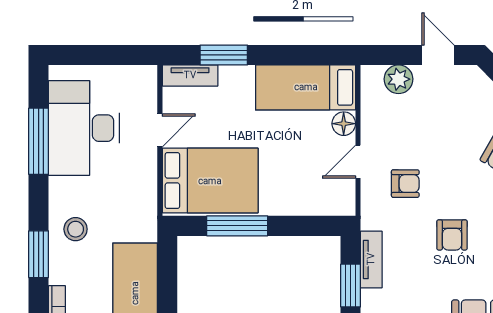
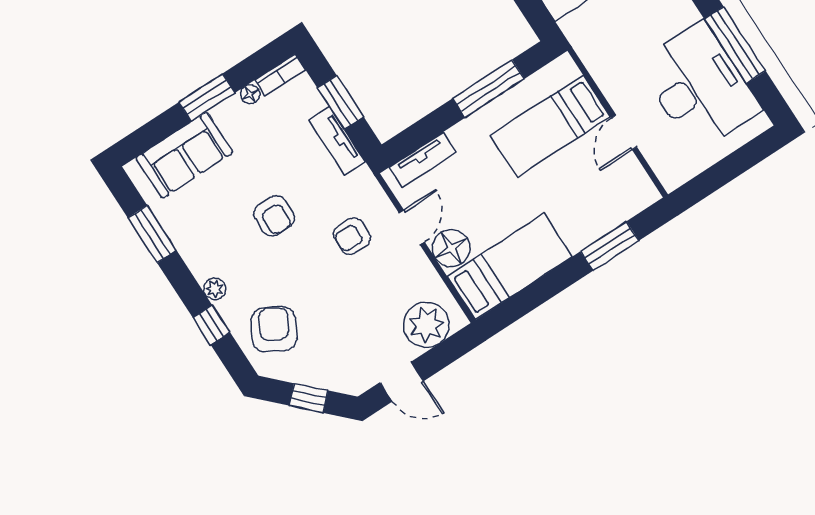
tv unit: (190, 75) -> (423, 160), moved, turned 180
plant: (399, 79) -> (426, 325), width x1.36, depth x1.36
floor lamp: (344, 124) -> (451, 248), width x1.38, depth x1.38
bed: (210, 181) -> (550, 126), width x0.67
armchair: (452, 235) -> (274, 216), turned 180

